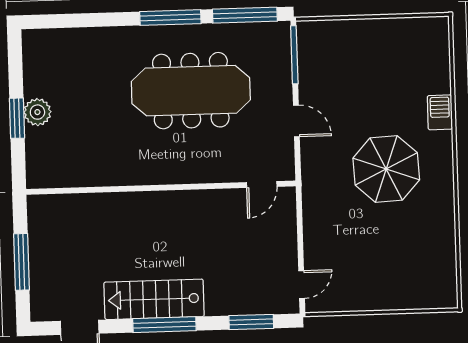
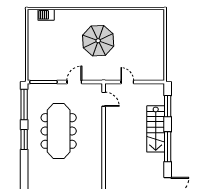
window: (170, 18) -> (24, 139), width x0.69
barbecue: (440, 112) -> (46, 15), moved
door: (302, 285) -> (127, 82), moved
stairs: (154, 299) -> (156, 129), moved

